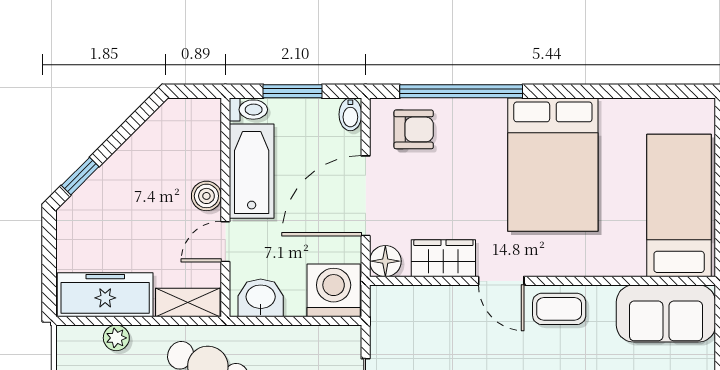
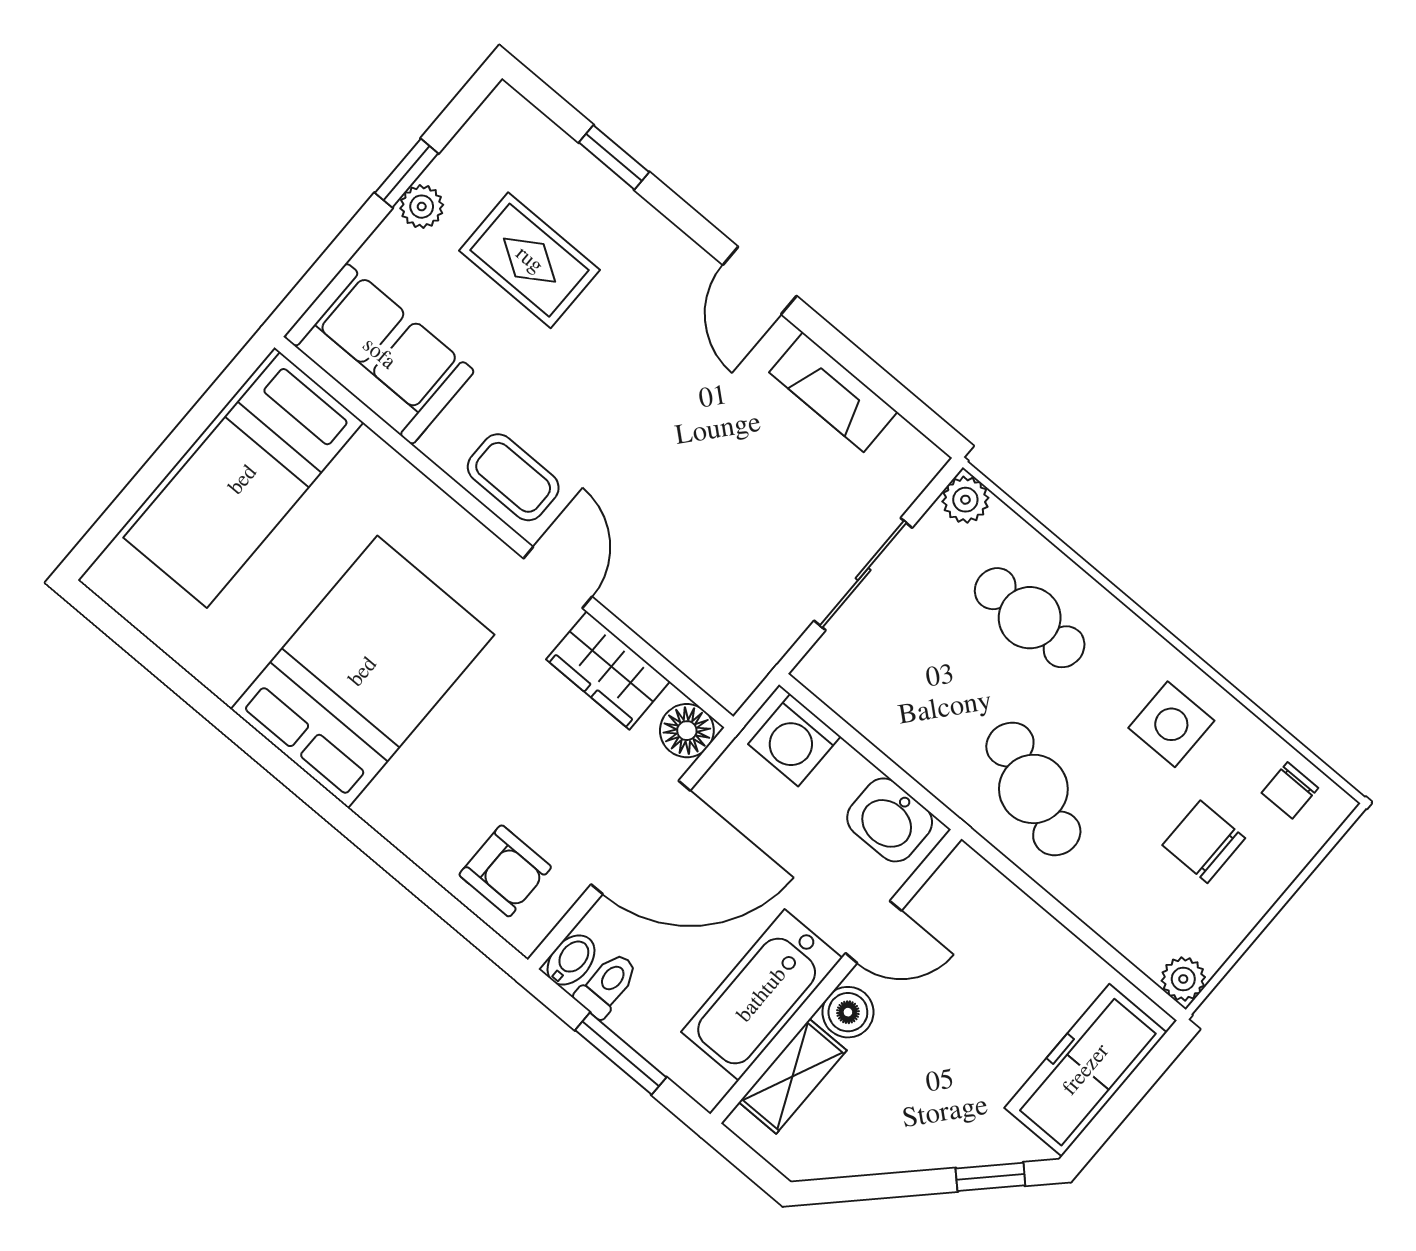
window: (461, 91) -> (401, 868), removed
toilet: (248, 110) -> (607, 985), moved, turned 90
armchair: (414, 129) -> (505, 871), turned 180
washing machine: (334, 290) -> (794, 740), width x0.73, depth x0.73
freezer: (105, 295) -> (1086, 1070), moved, turned 90
shelving: (188, 302) -> (793, 1076), moved, turned 90
plant: (116, 338) -> (1183, 979), moved

